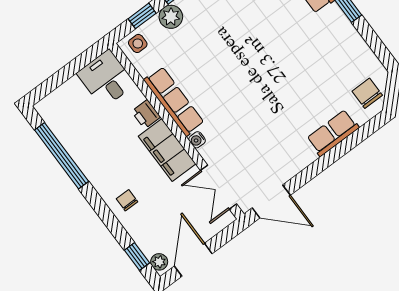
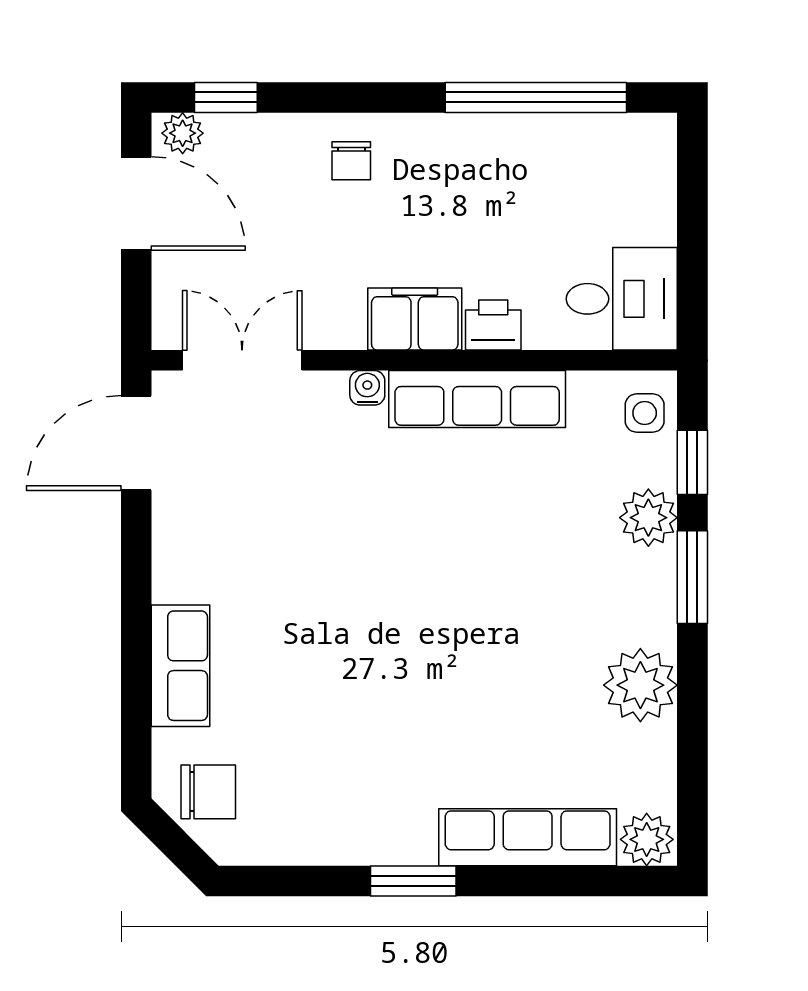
filing cabinet: (167, 150) -> (415, 319), width x0.67, depth x0.86
chair: (127, 200) -> (351, 161), turned 90

